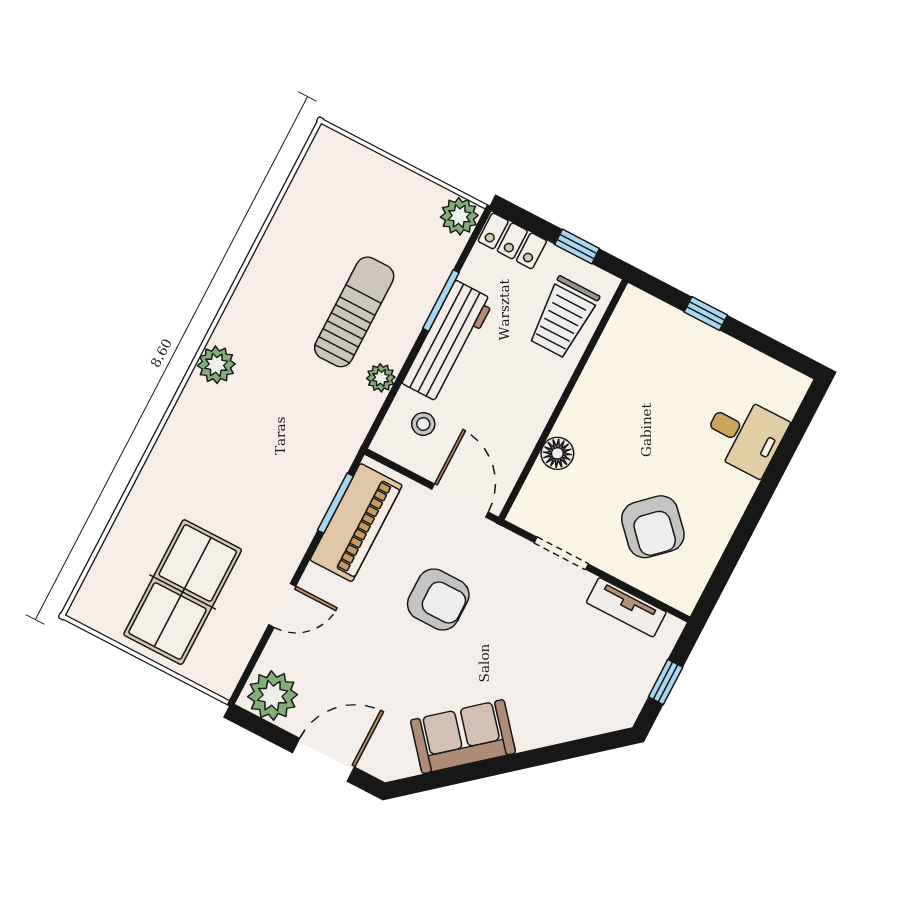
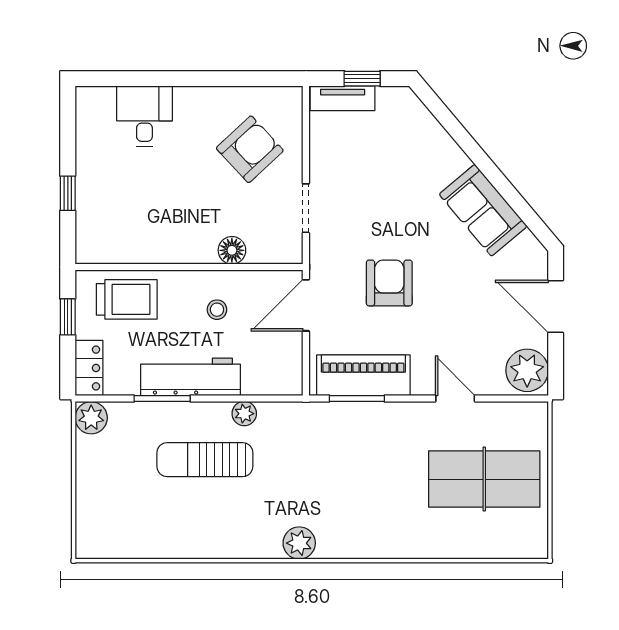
stool: (423, 424) -> (217, 310), moved
tv unit: (626, 607) -> (343, 98), moved, turned 90

